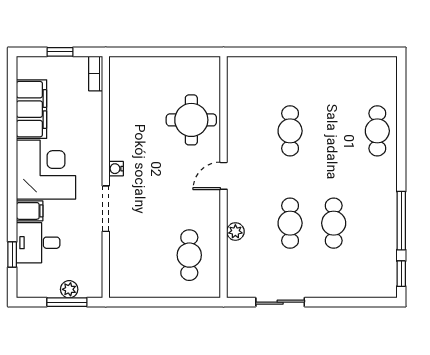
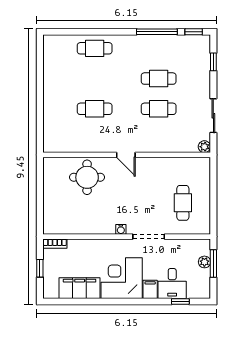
plant: (235, 232) -> (204, 147), moved
cafe table: (189, 255) -> (183, 203), moved, turned 90
window: (358, 302) -> (213, 62), added

